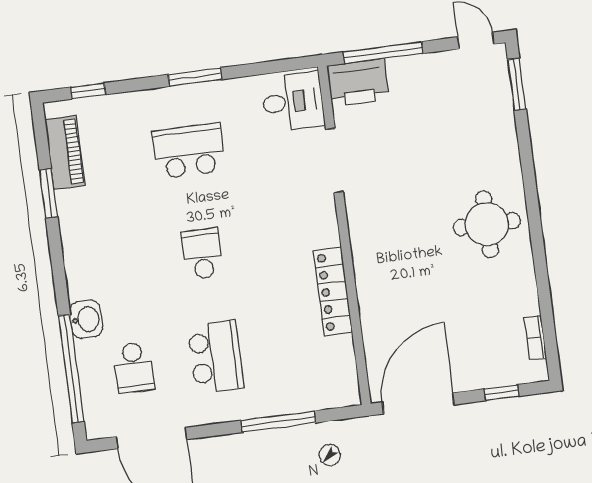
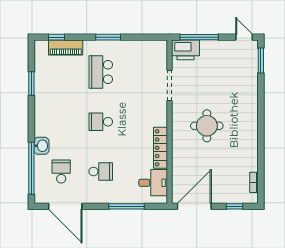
desk: (293, 102) -> (153, 183), moved
school desk: (189, 151) -> (101, 72), turned -90
piano: (65, 152) -> (66, 48), moved, turned 90
round table: (487, 224) -> (207, 126), moved
school desk: (202, 254) -> (101, 122), turned -90
school desk: (216, 357) -> (101, 172), width x0.54
school desk: (134, 367) -> (61, 172), turned 180

